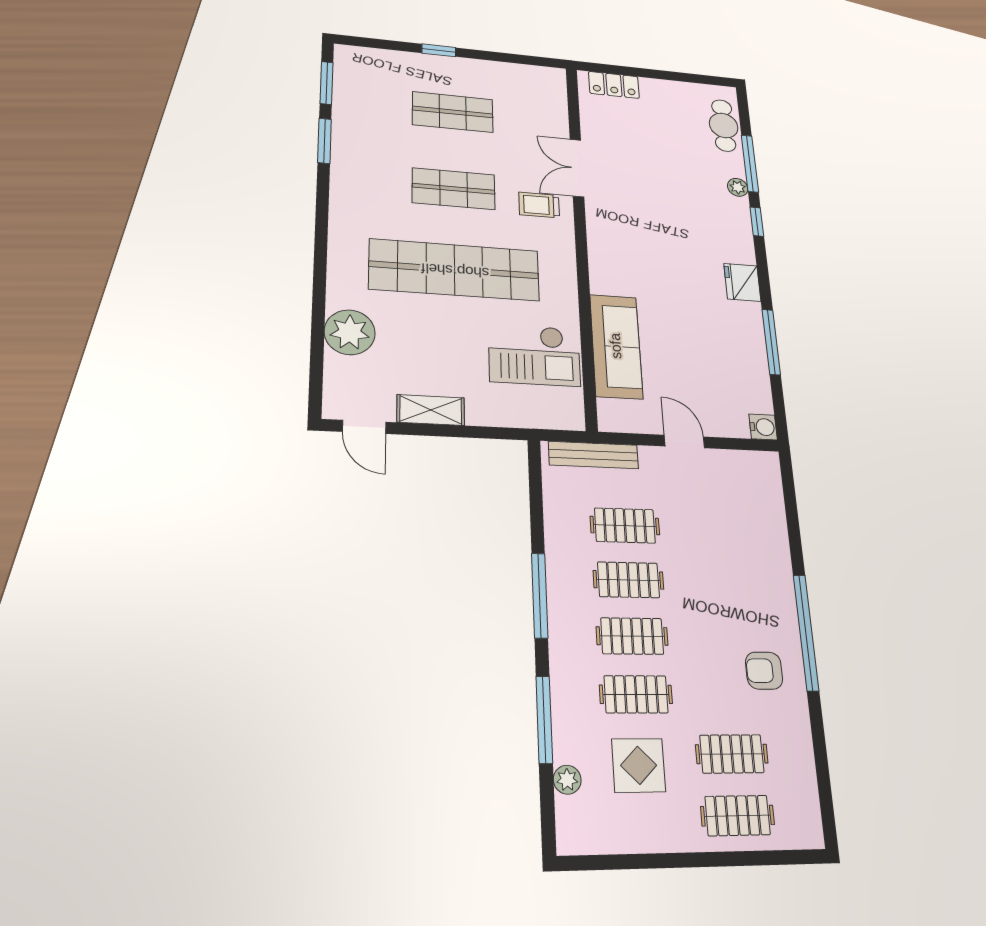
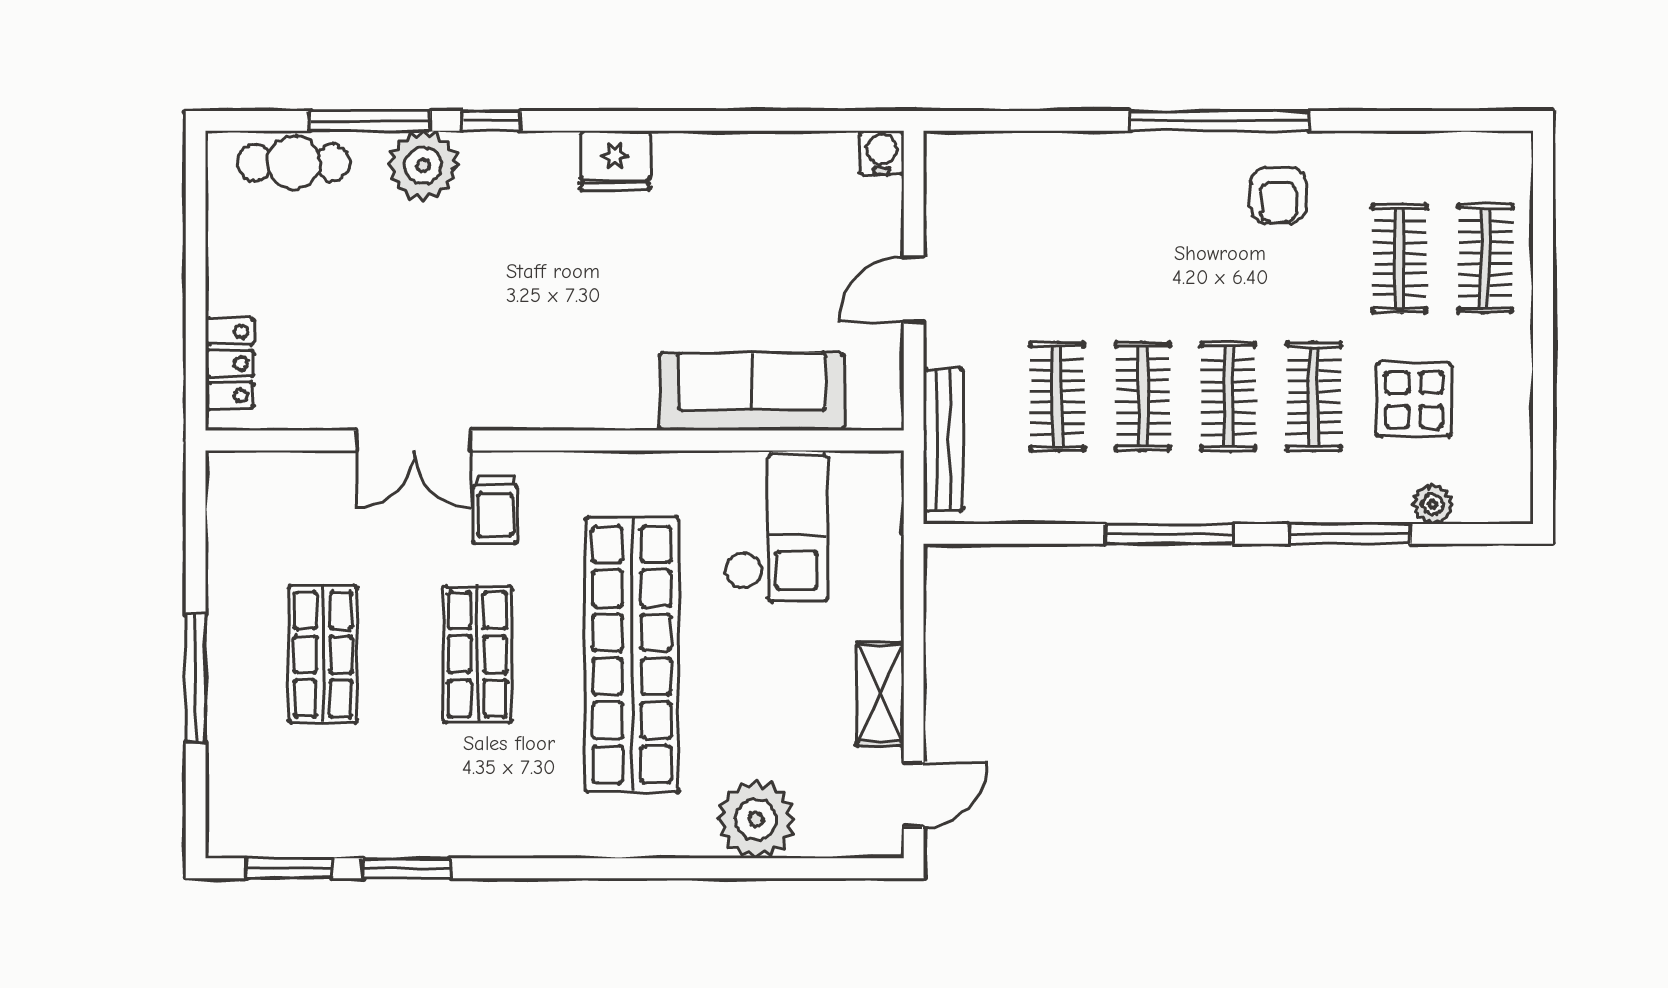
window: (439, 50) -> (196, 678), width x2.17
plant: (738, 187) -> (423, 166), width x1.87, depth x1.87
window: (771, 342) -> (726, 121), removed

